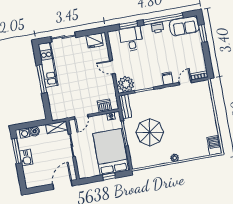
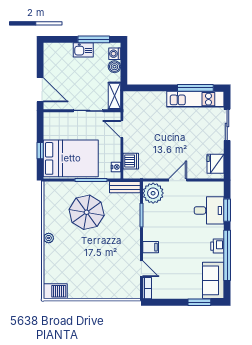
window: (42, 79) -> (195, 88), moved

